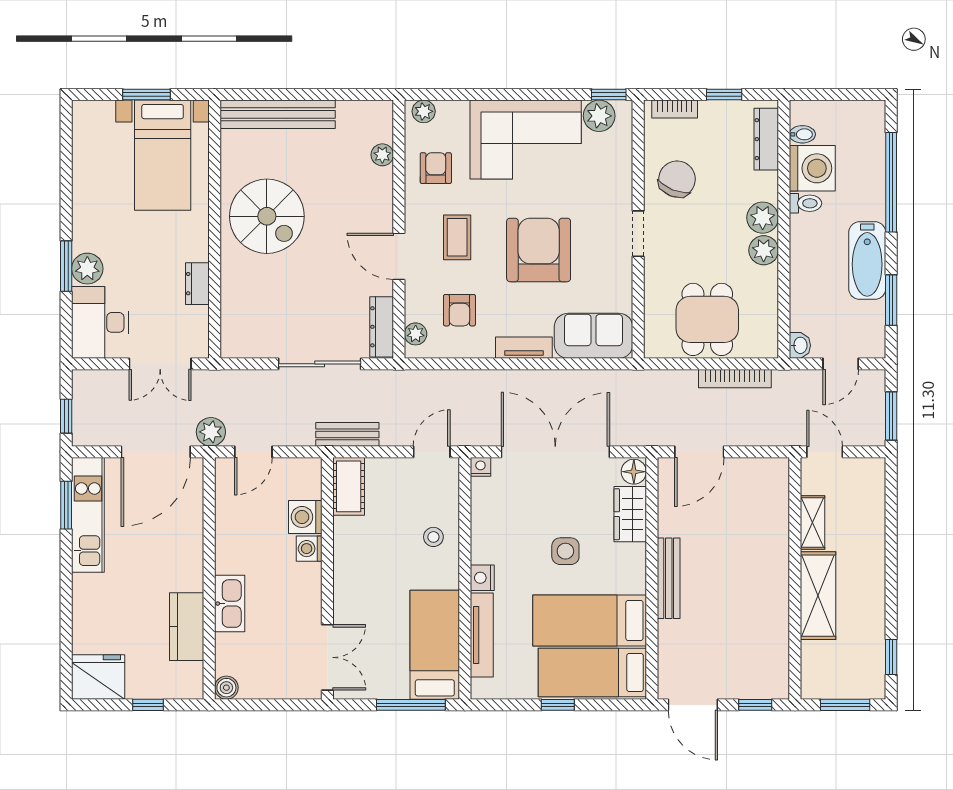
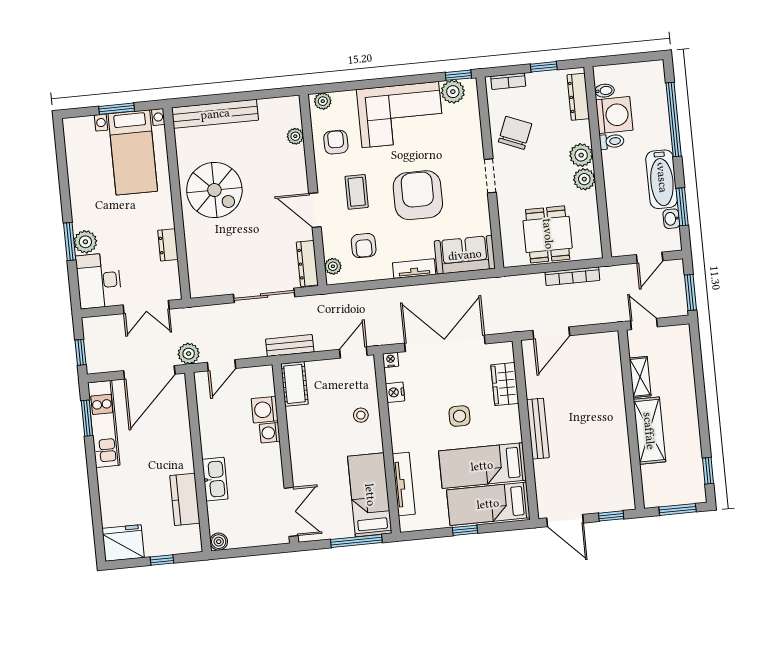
washbasin: (800, 345) -> (671, 219), moved, turned 180
floor lamp: (634, 472) -> (504, 352), removed
nightstand: (482, 578) -> (395, 392), moved

